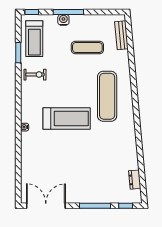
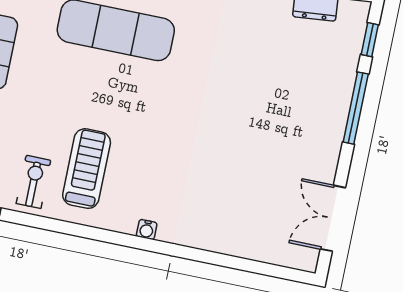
treadmill: (67, 119) -> (87, 169), moved, width x0.73, depth x0.73
double door: (46, 206) -> (333, 218), width x0.73

